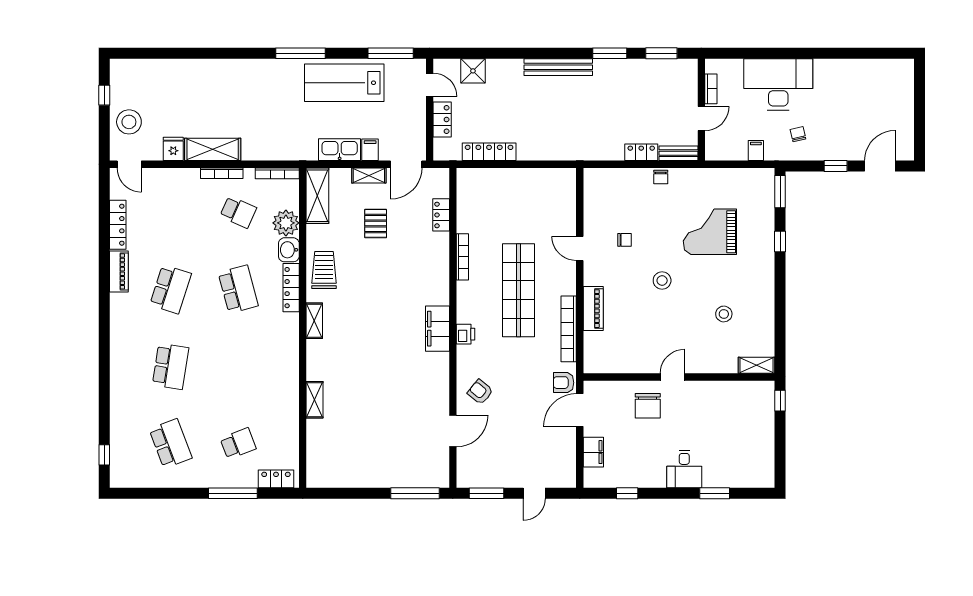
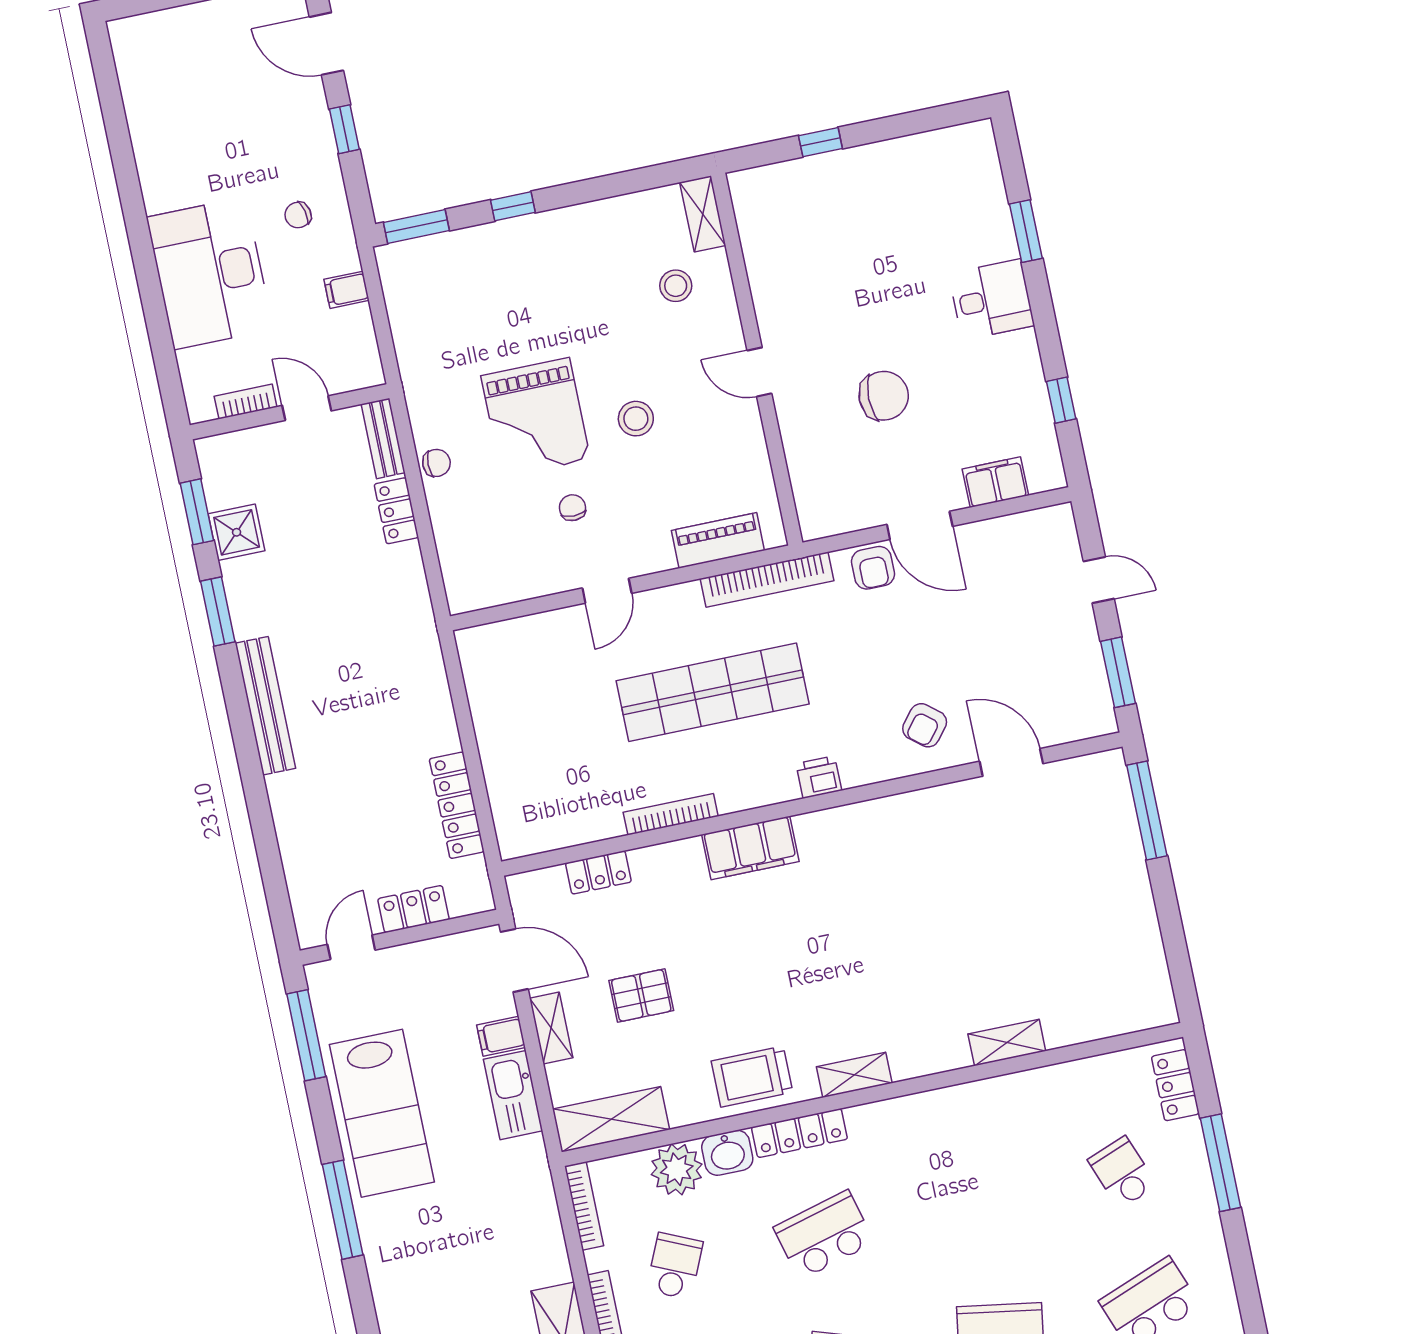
shower: (473, 71) -> (237, 532), moved
grand piano: (710, 232) -> (536, 418), moved
filing cabinet: (437, 329) -> (750, 848), moved
shelving: (757, 365) -> (703, 214), moved
door: (672, 377) -> (759, 372), moved
wall: (679, 377) -> (757, 359), moved

